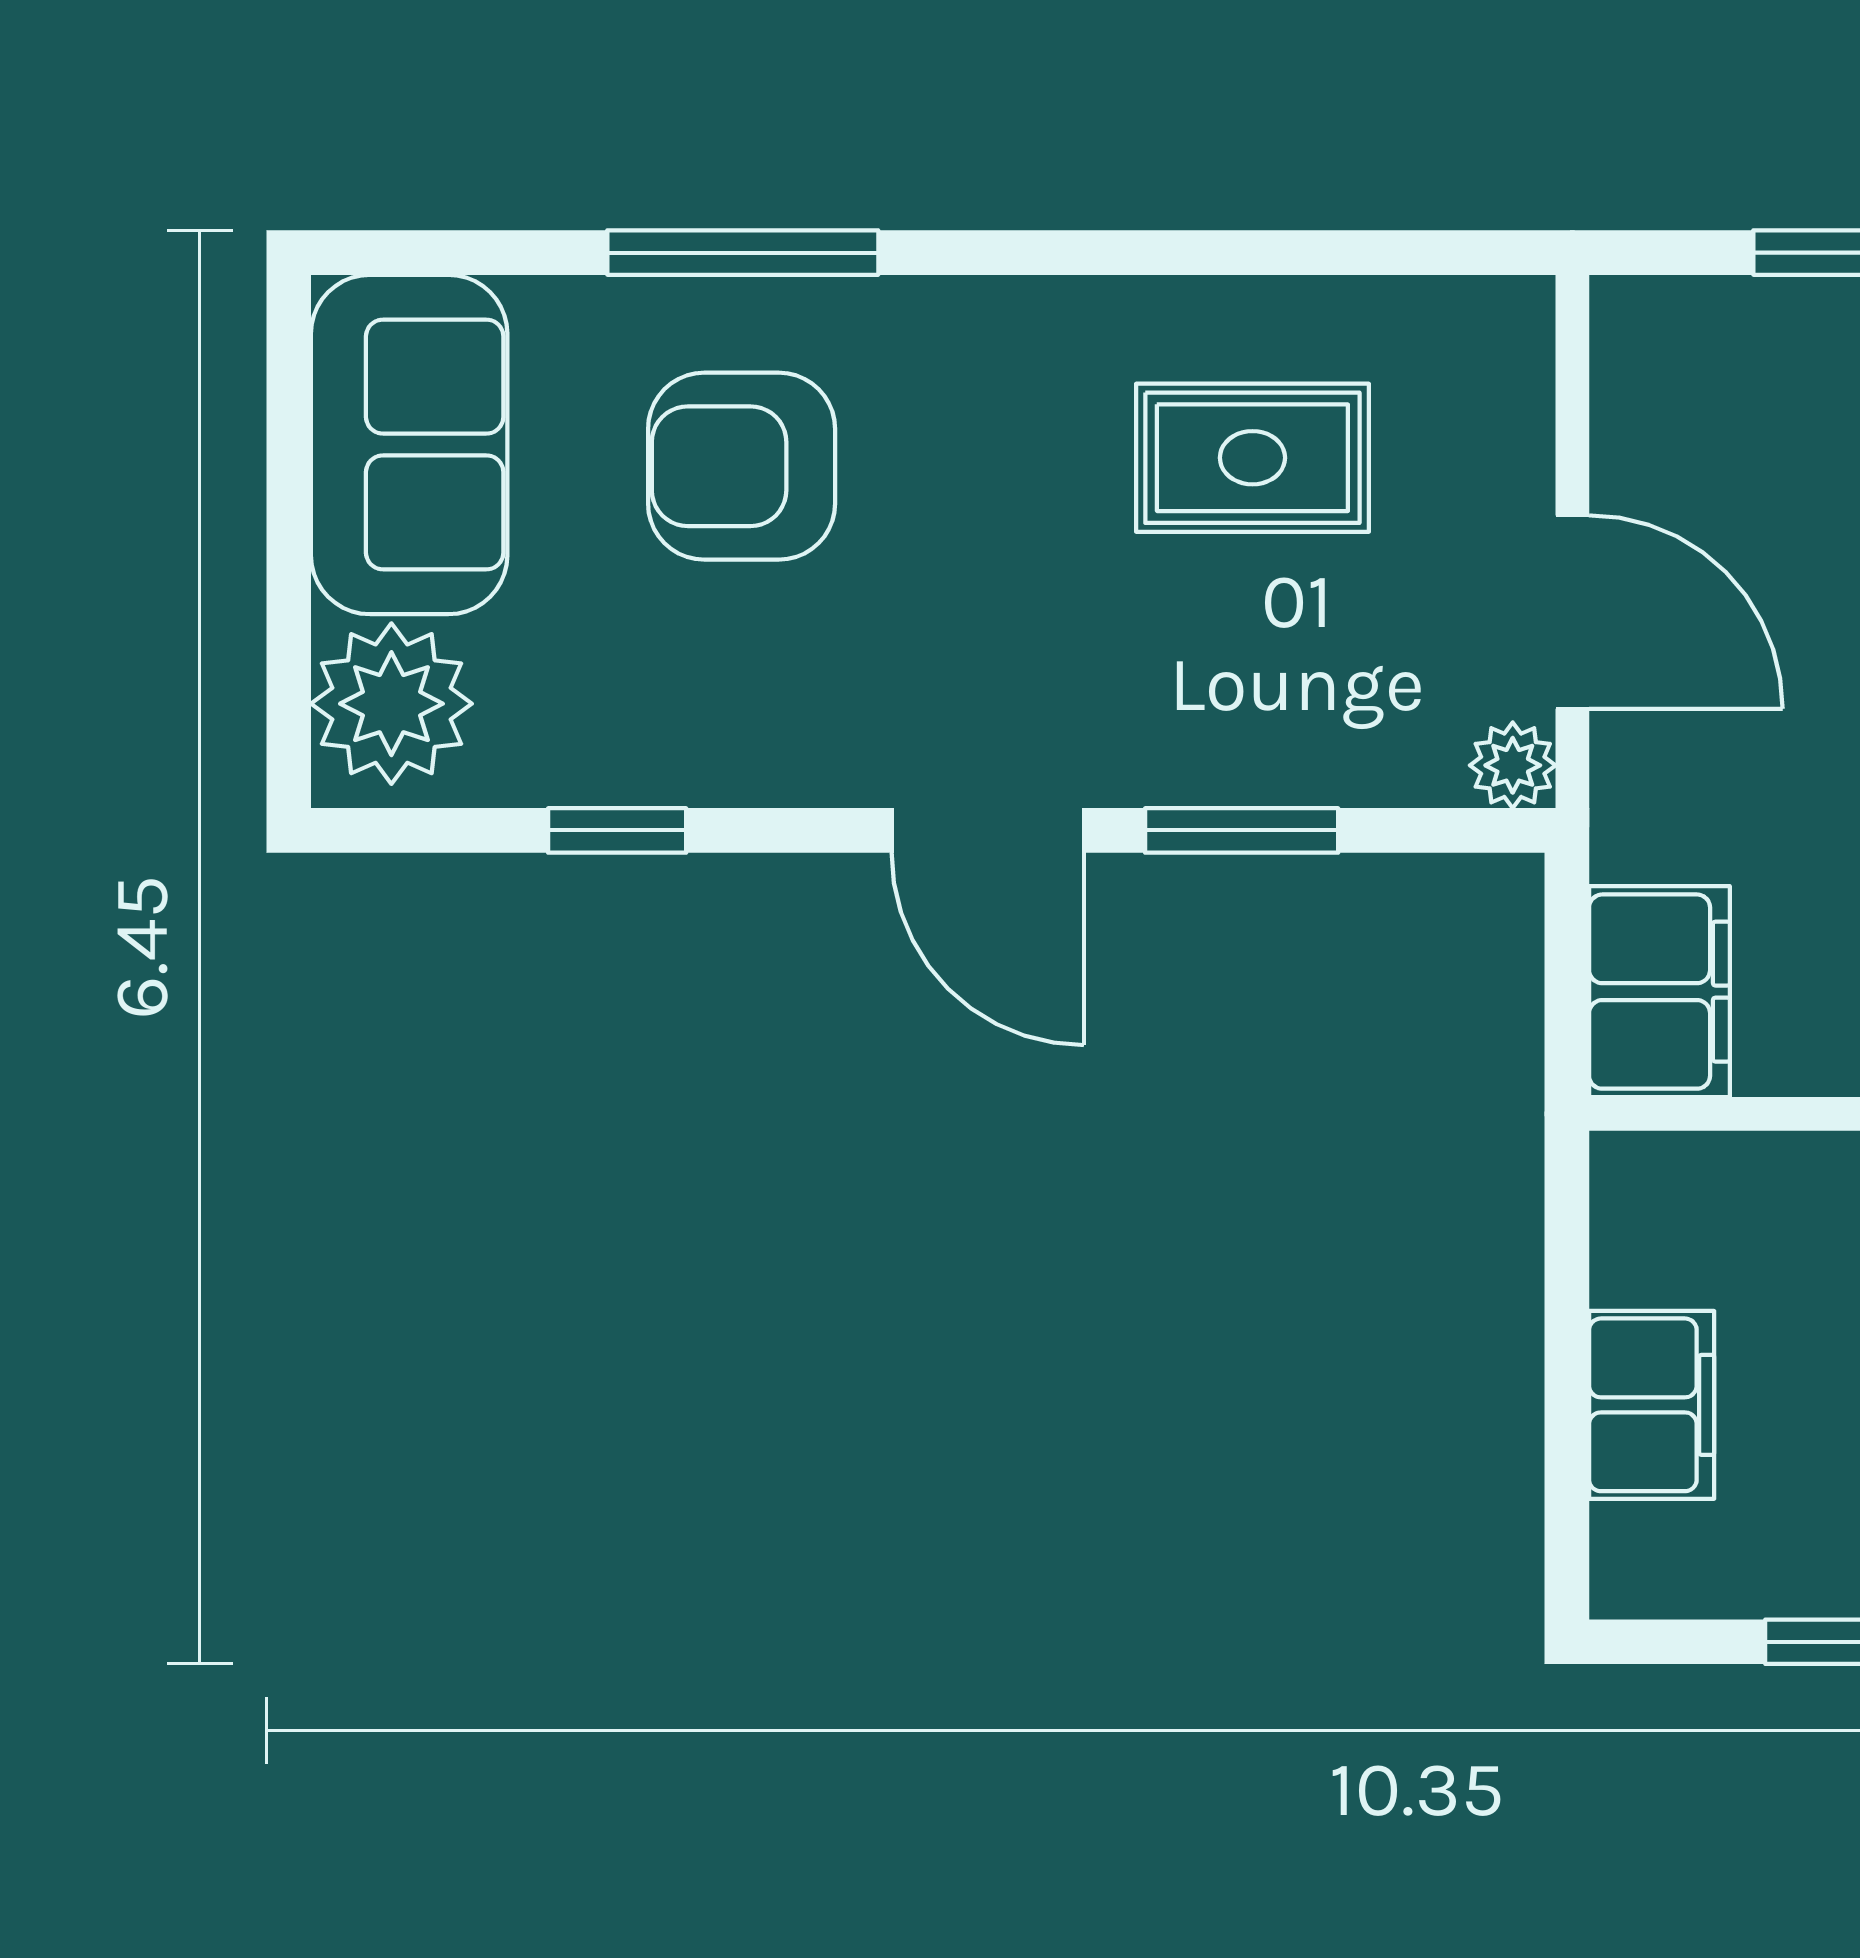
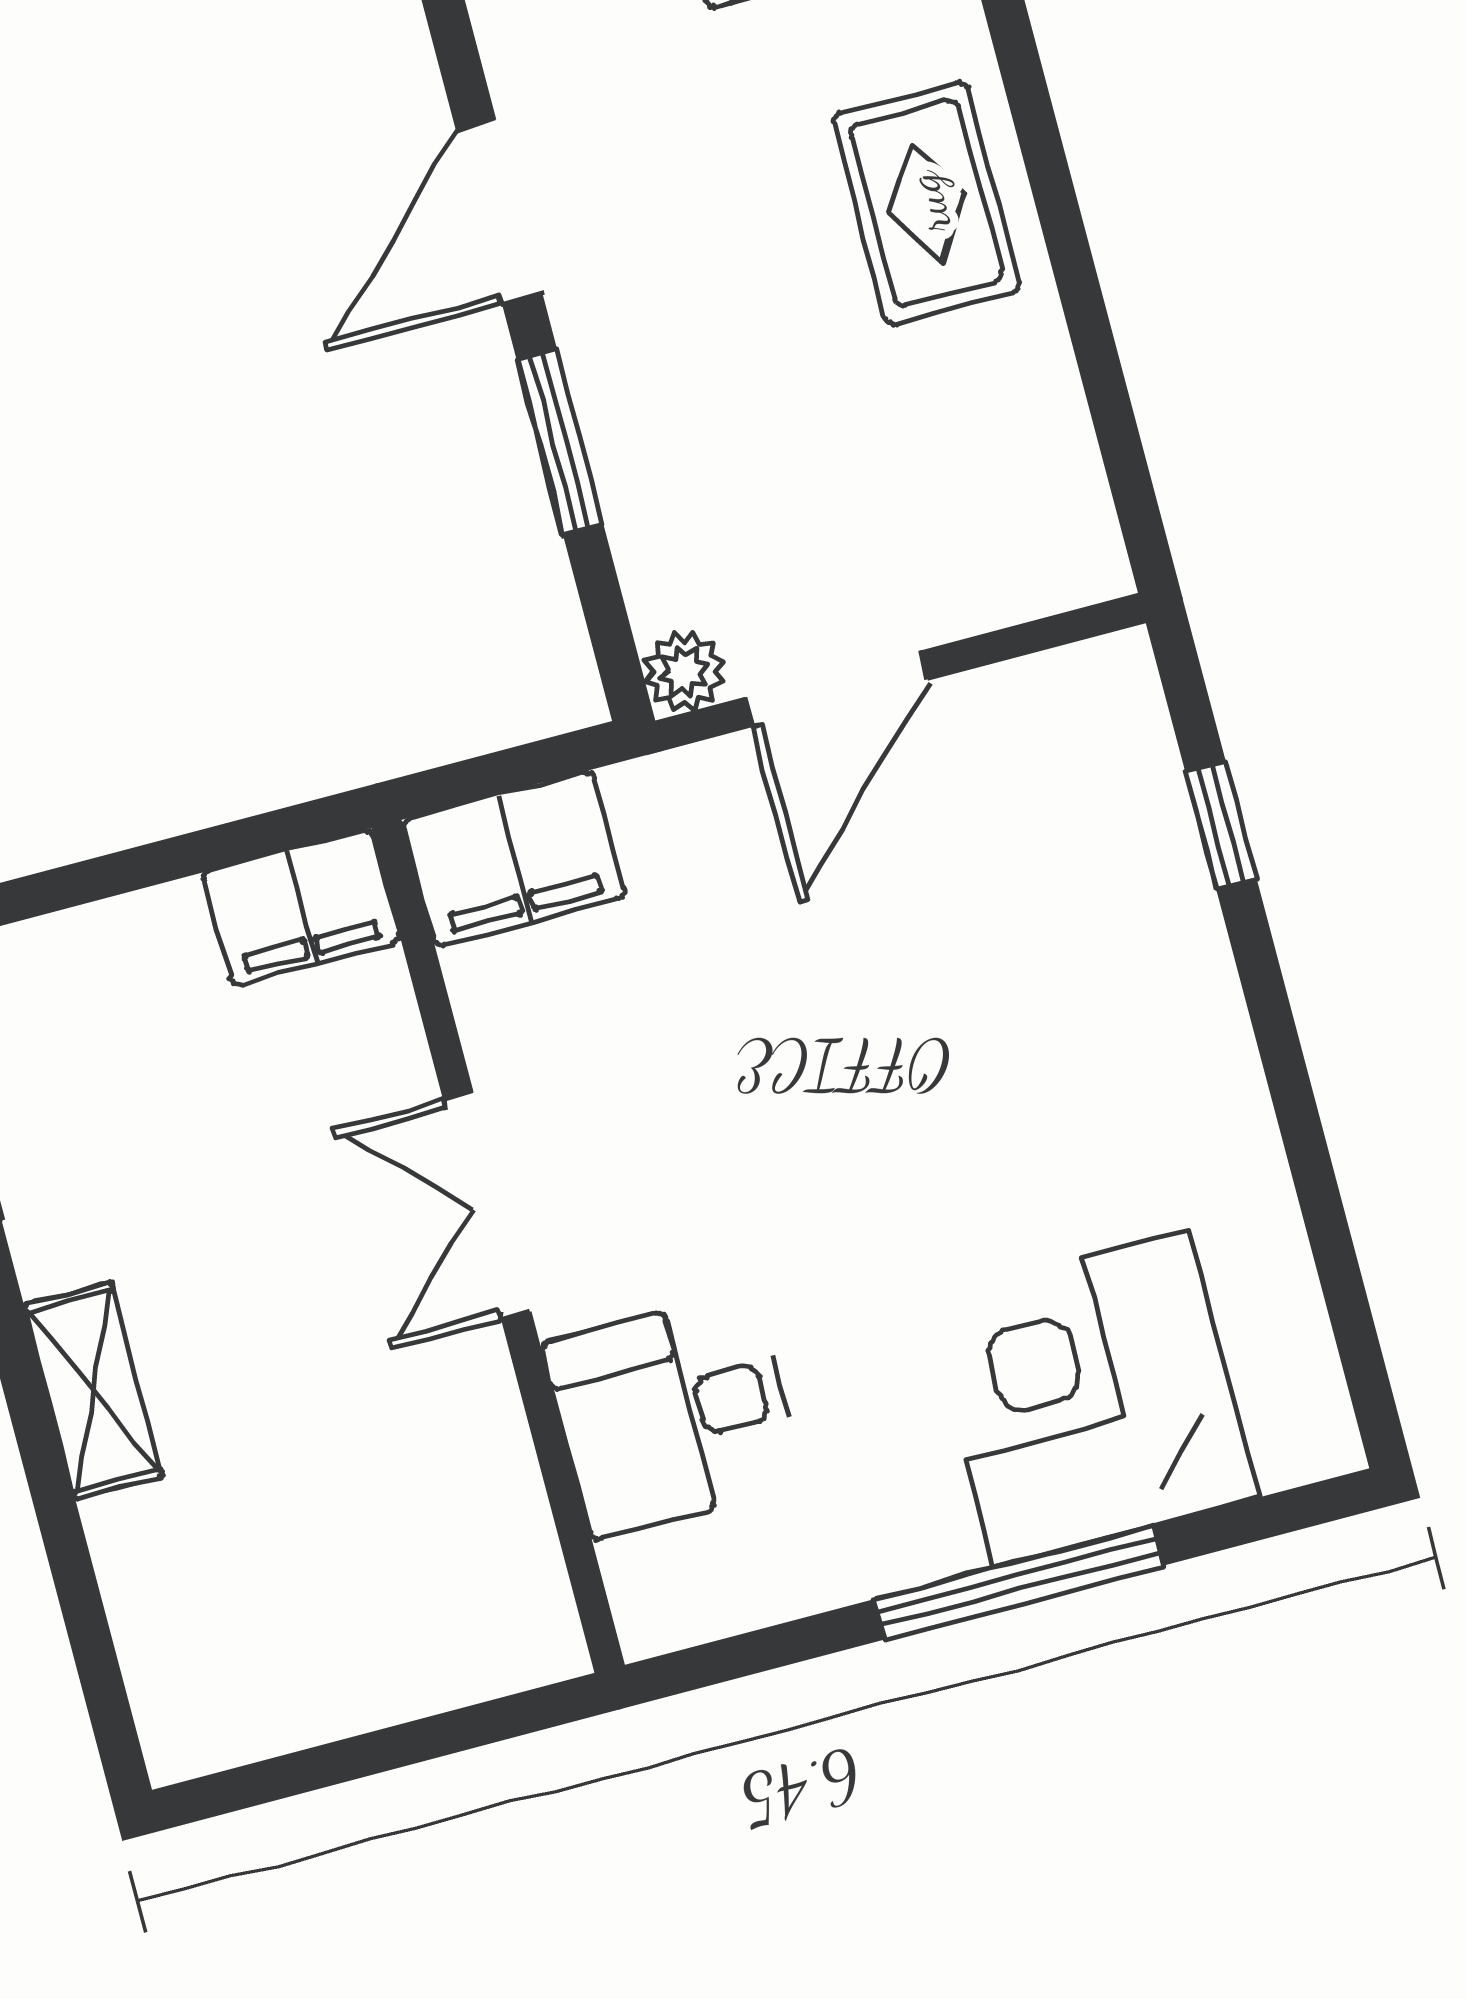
rug: (1252, 458) -> (927, 203), moved
filing cabinet: (1652, 1405) -> (301, 907), moved

